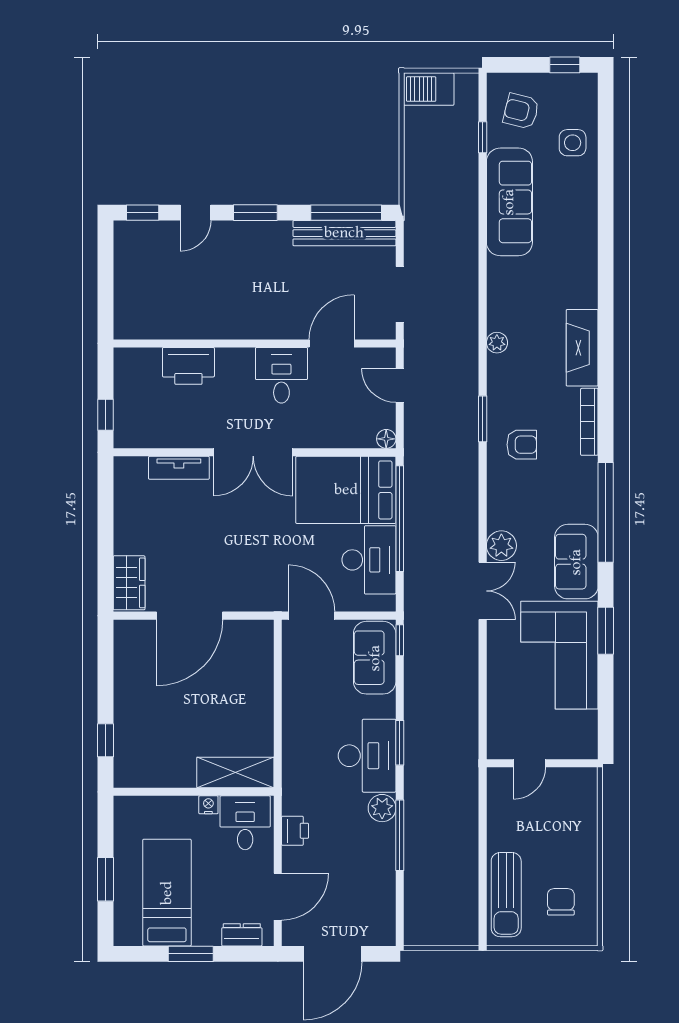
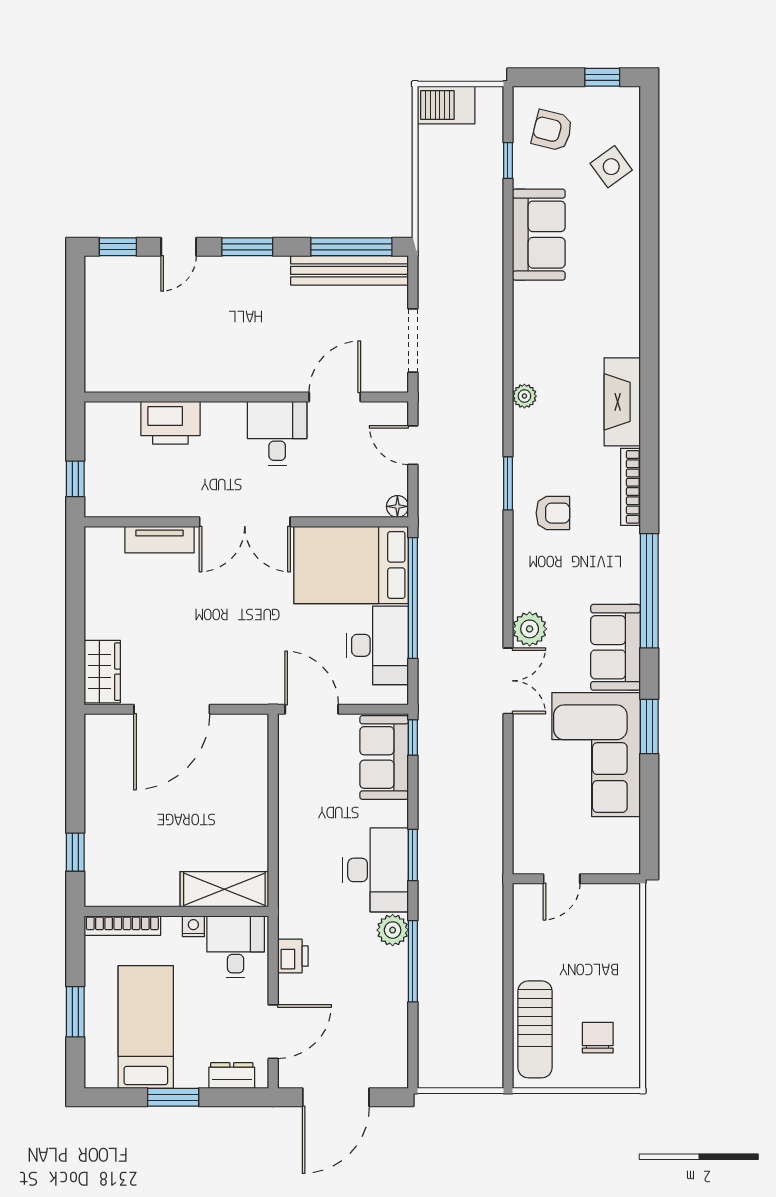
side table: (573, 143) -> (611, 167), turned -36
sofa: (509, 202) -> (539, 235), width x0.73
bookcase: (147, 804) -> (122, 926), added

